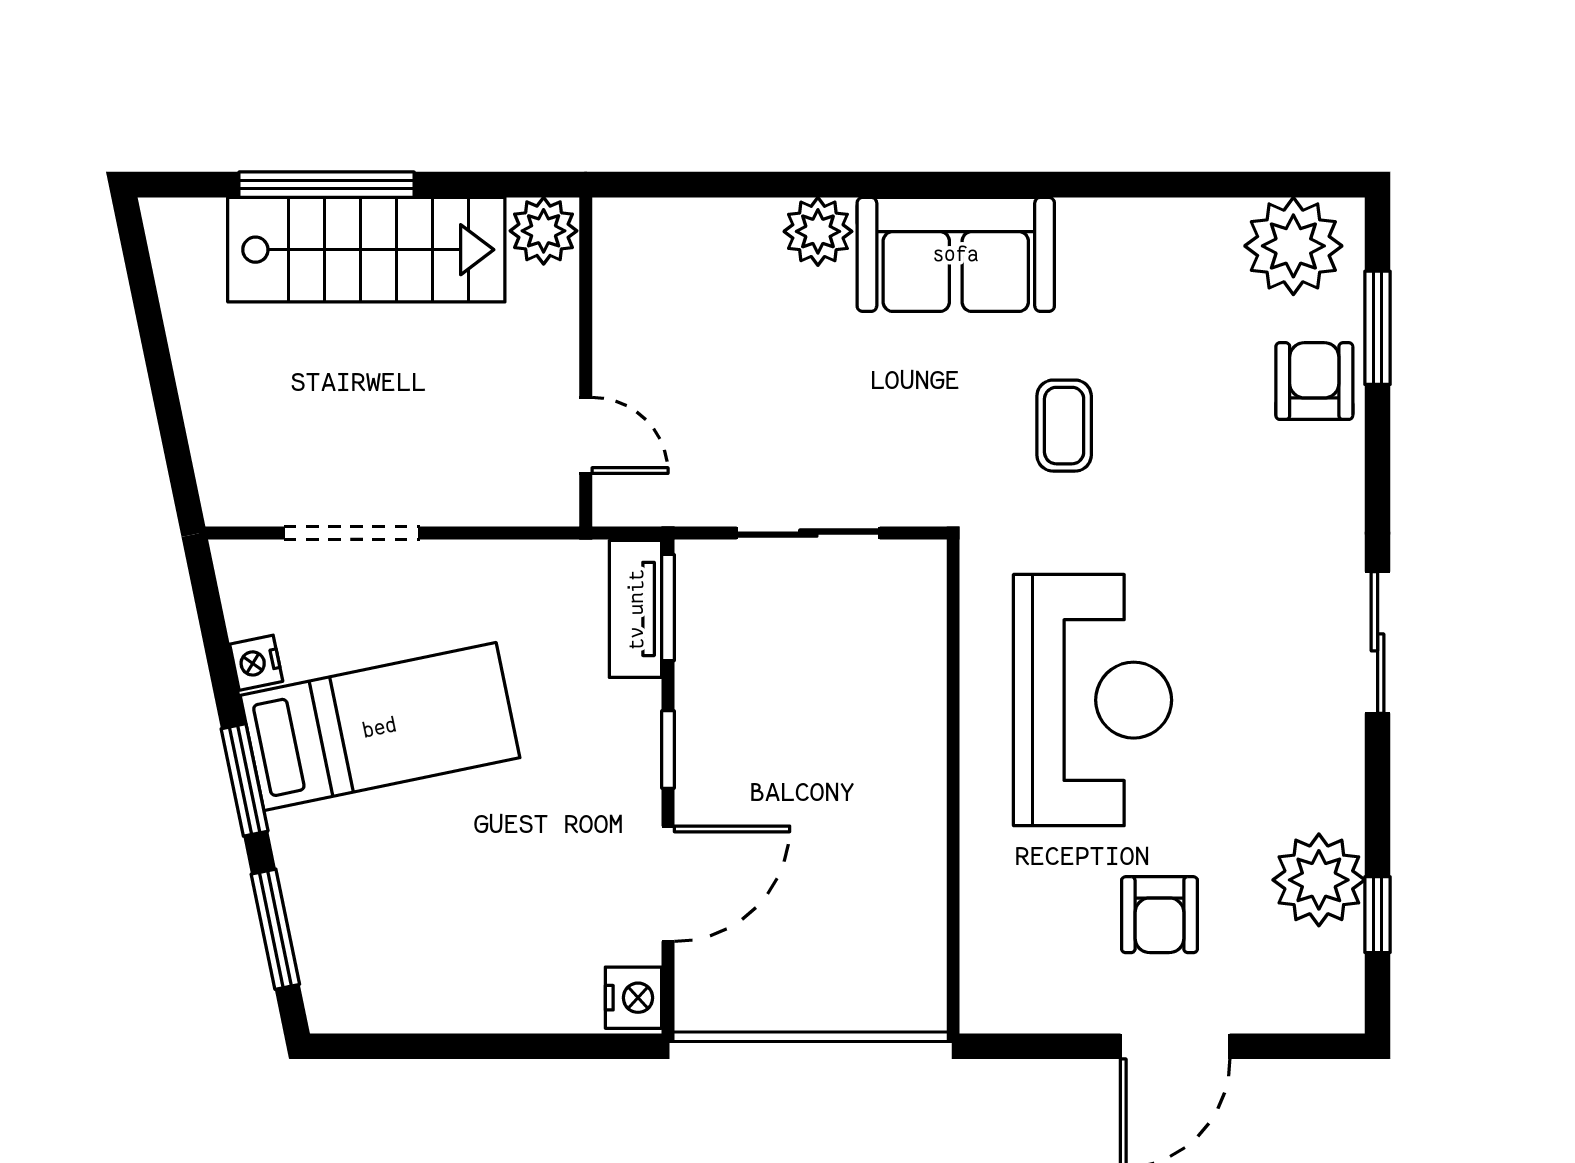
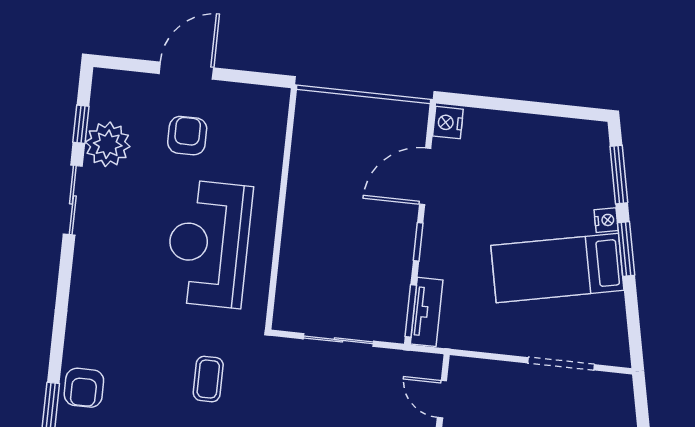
sliding door: (1378, 642) -> (73, 200), moved
nightstand: (256, 663) -> (606, 220), moved

